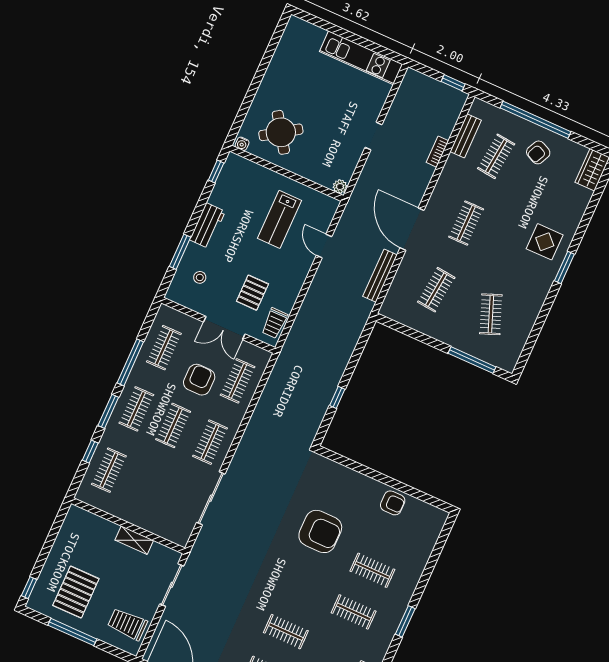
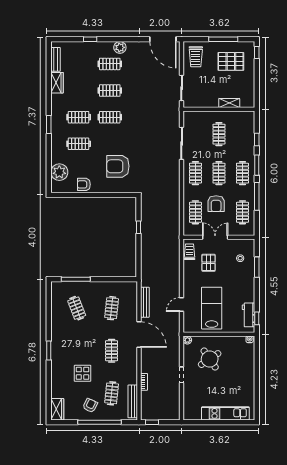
kitchen unit: (361, 58) -> (225, 413), moved
round table: (281, 132) -> (210, 359), moved
bench: (466, 136) -> (133, 401), width x1.36
lab bench: (279, 219) -> (212, 308), width x1.36, depth x1.39
workbench: (207, 226) -> (248, 315), moved
display table: (545, 242) -> (83, 373), moved
door: (324, 246) -> (182, 305), swing flipped
clothes rail: (109, 470) -> (219, 134), moved
armchair: (320, 531) -> (118, 166), moved
plant: (422, 539) -> (59, 172), added
shelving: (134, 540) -> (229, 103), moved
clothes rail: (305, 590) -> (110, 117), added
pallet: (76, 592) -> (231, 61), turned 90
trolley: (127, 624) -> (196, 57), turned 90

